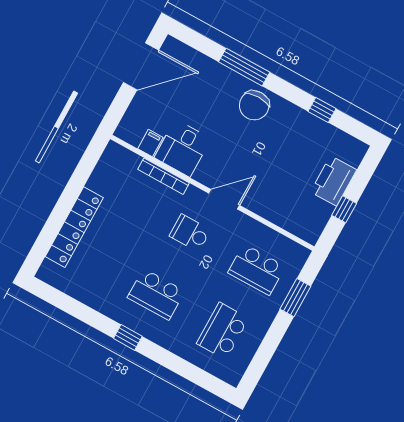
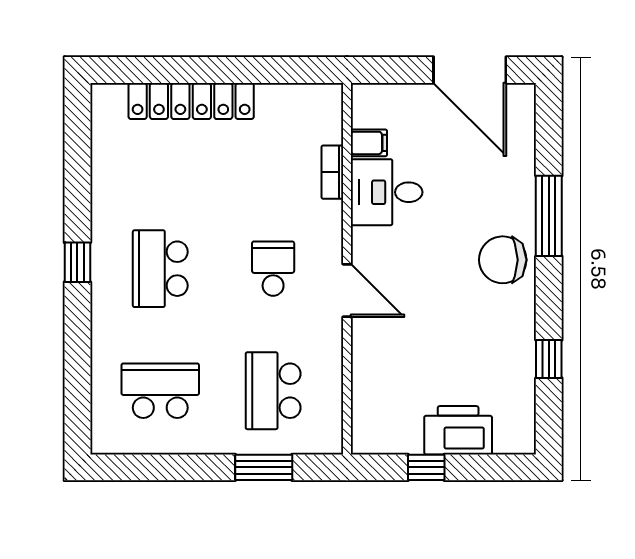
bookcase: (164, 176) -> (332, 172), width x0.64

